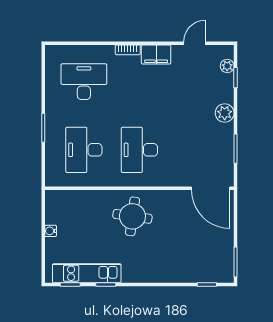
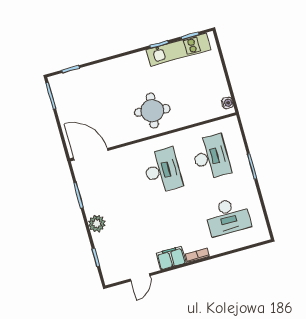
plant: (227, 66) -> (106, 265), removed
water cooler: (51, 231) -> (227, 103), moved

